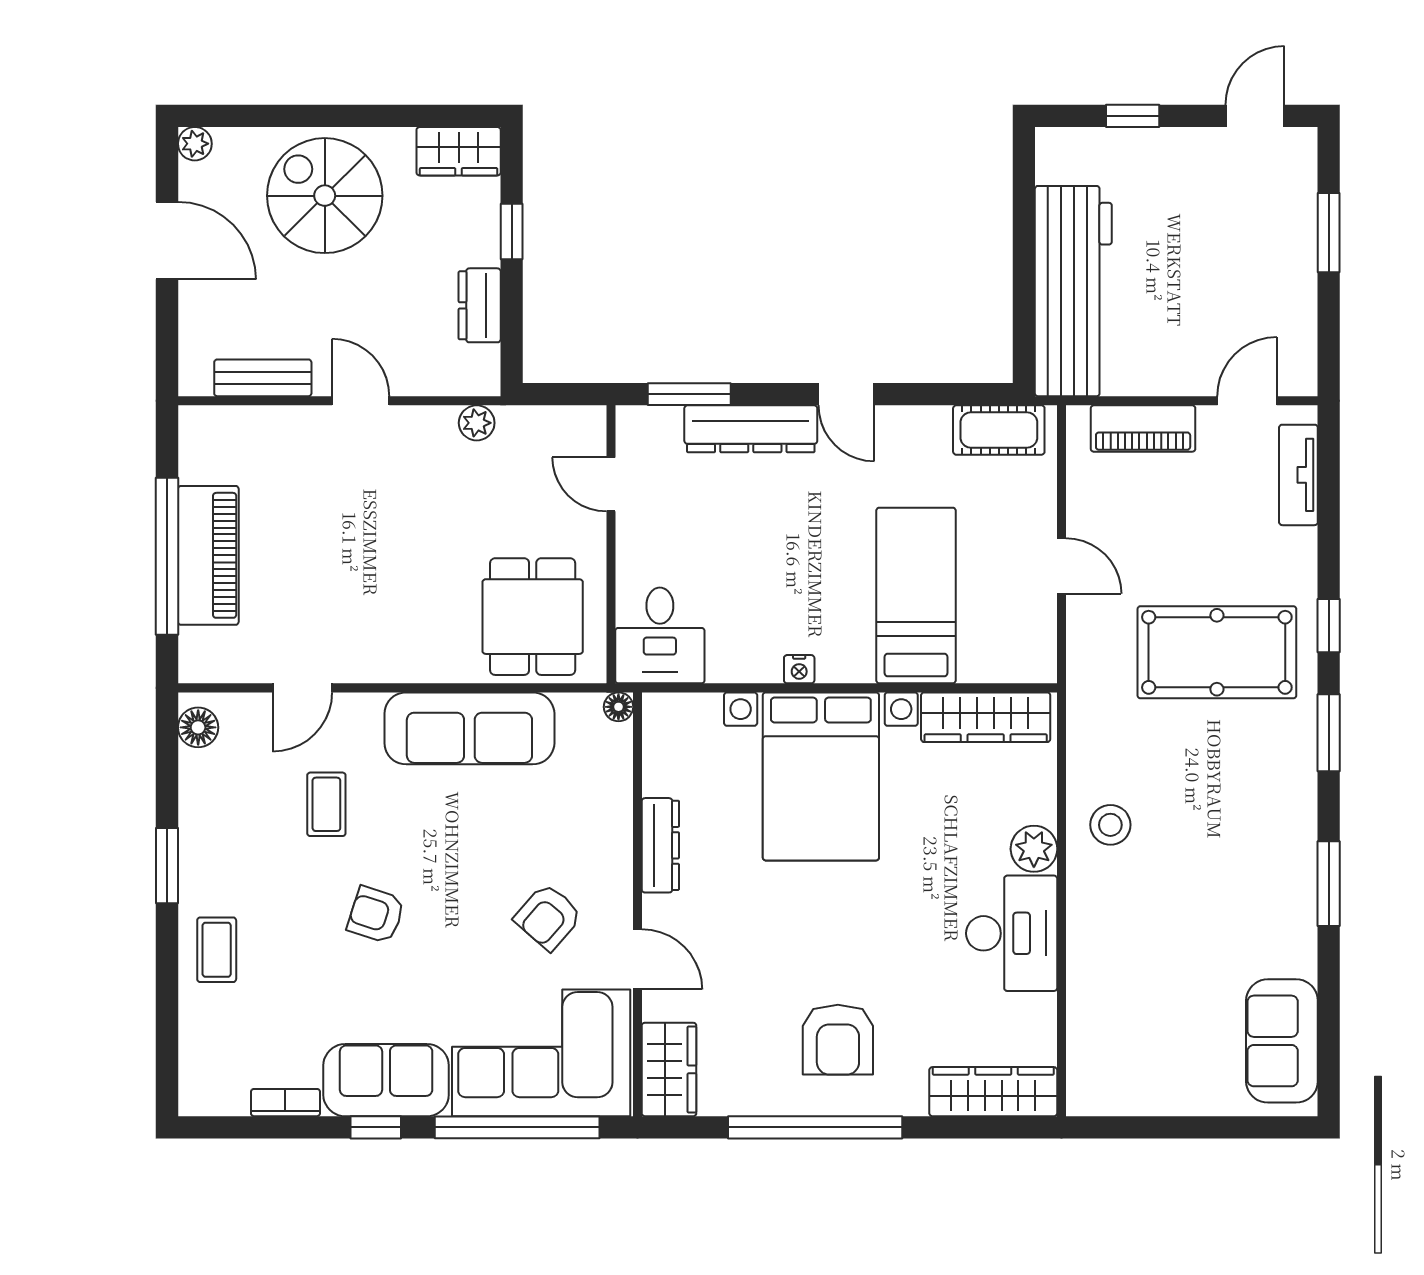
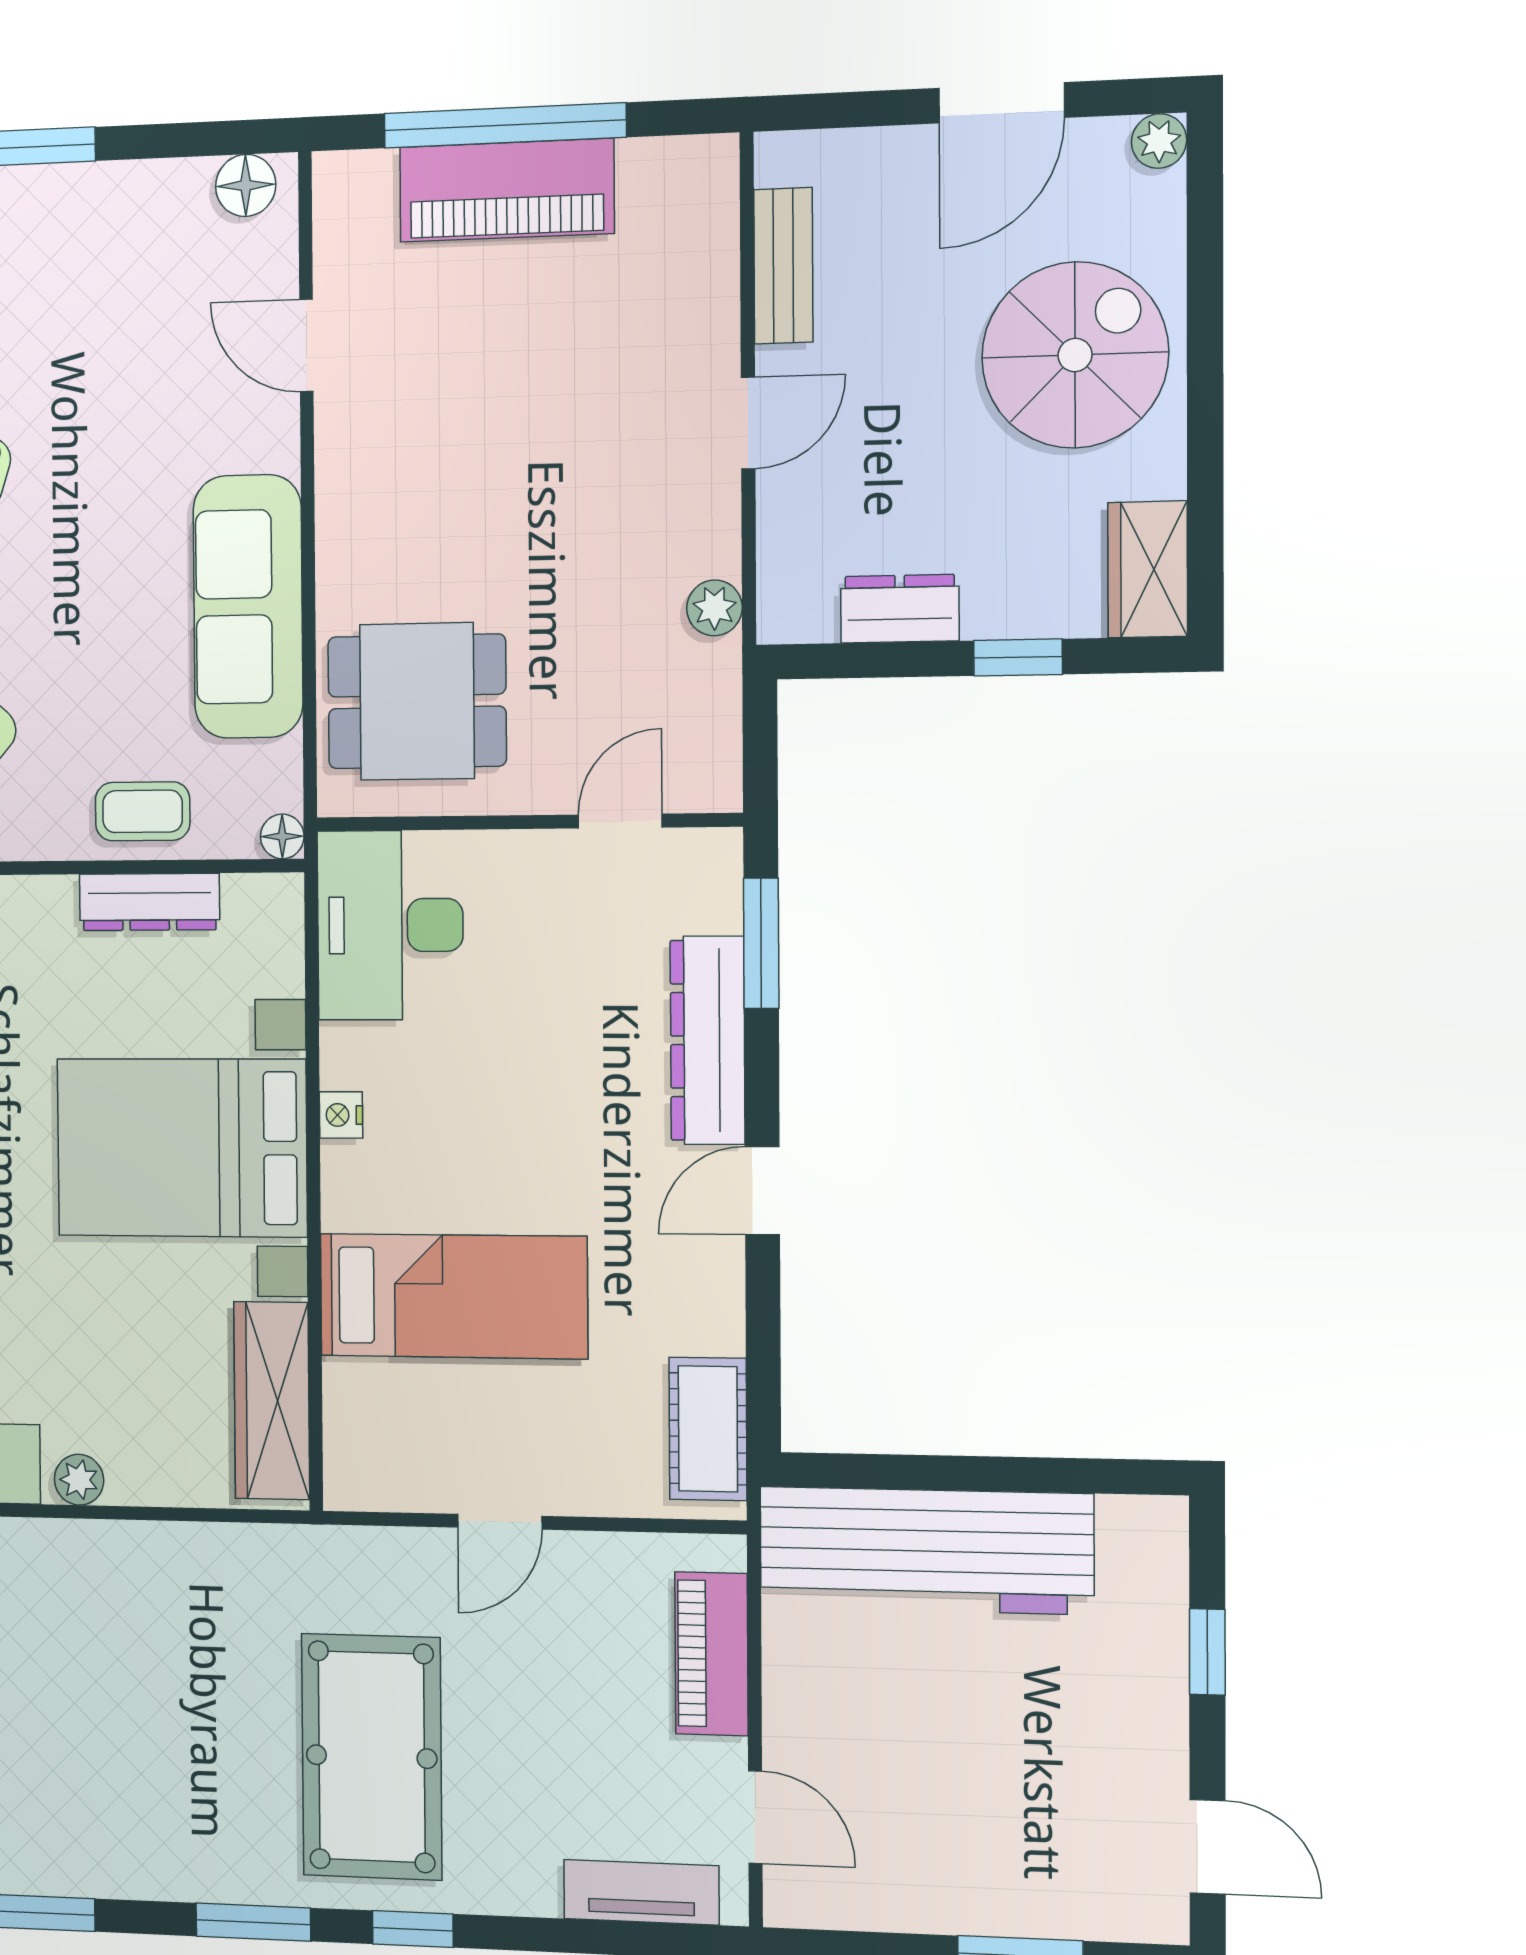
desk: (660, 635) -> (390, 925), width x1.37
coffee table: (326, 804) -> (143, 811), moved
stool: (1110, 825) -> (115, 1587), removed
dresser: (660, 845) -> (149, 902), moved
plant: (1034, 849) -> (79, 1480), width x0.73, depth x0.73

